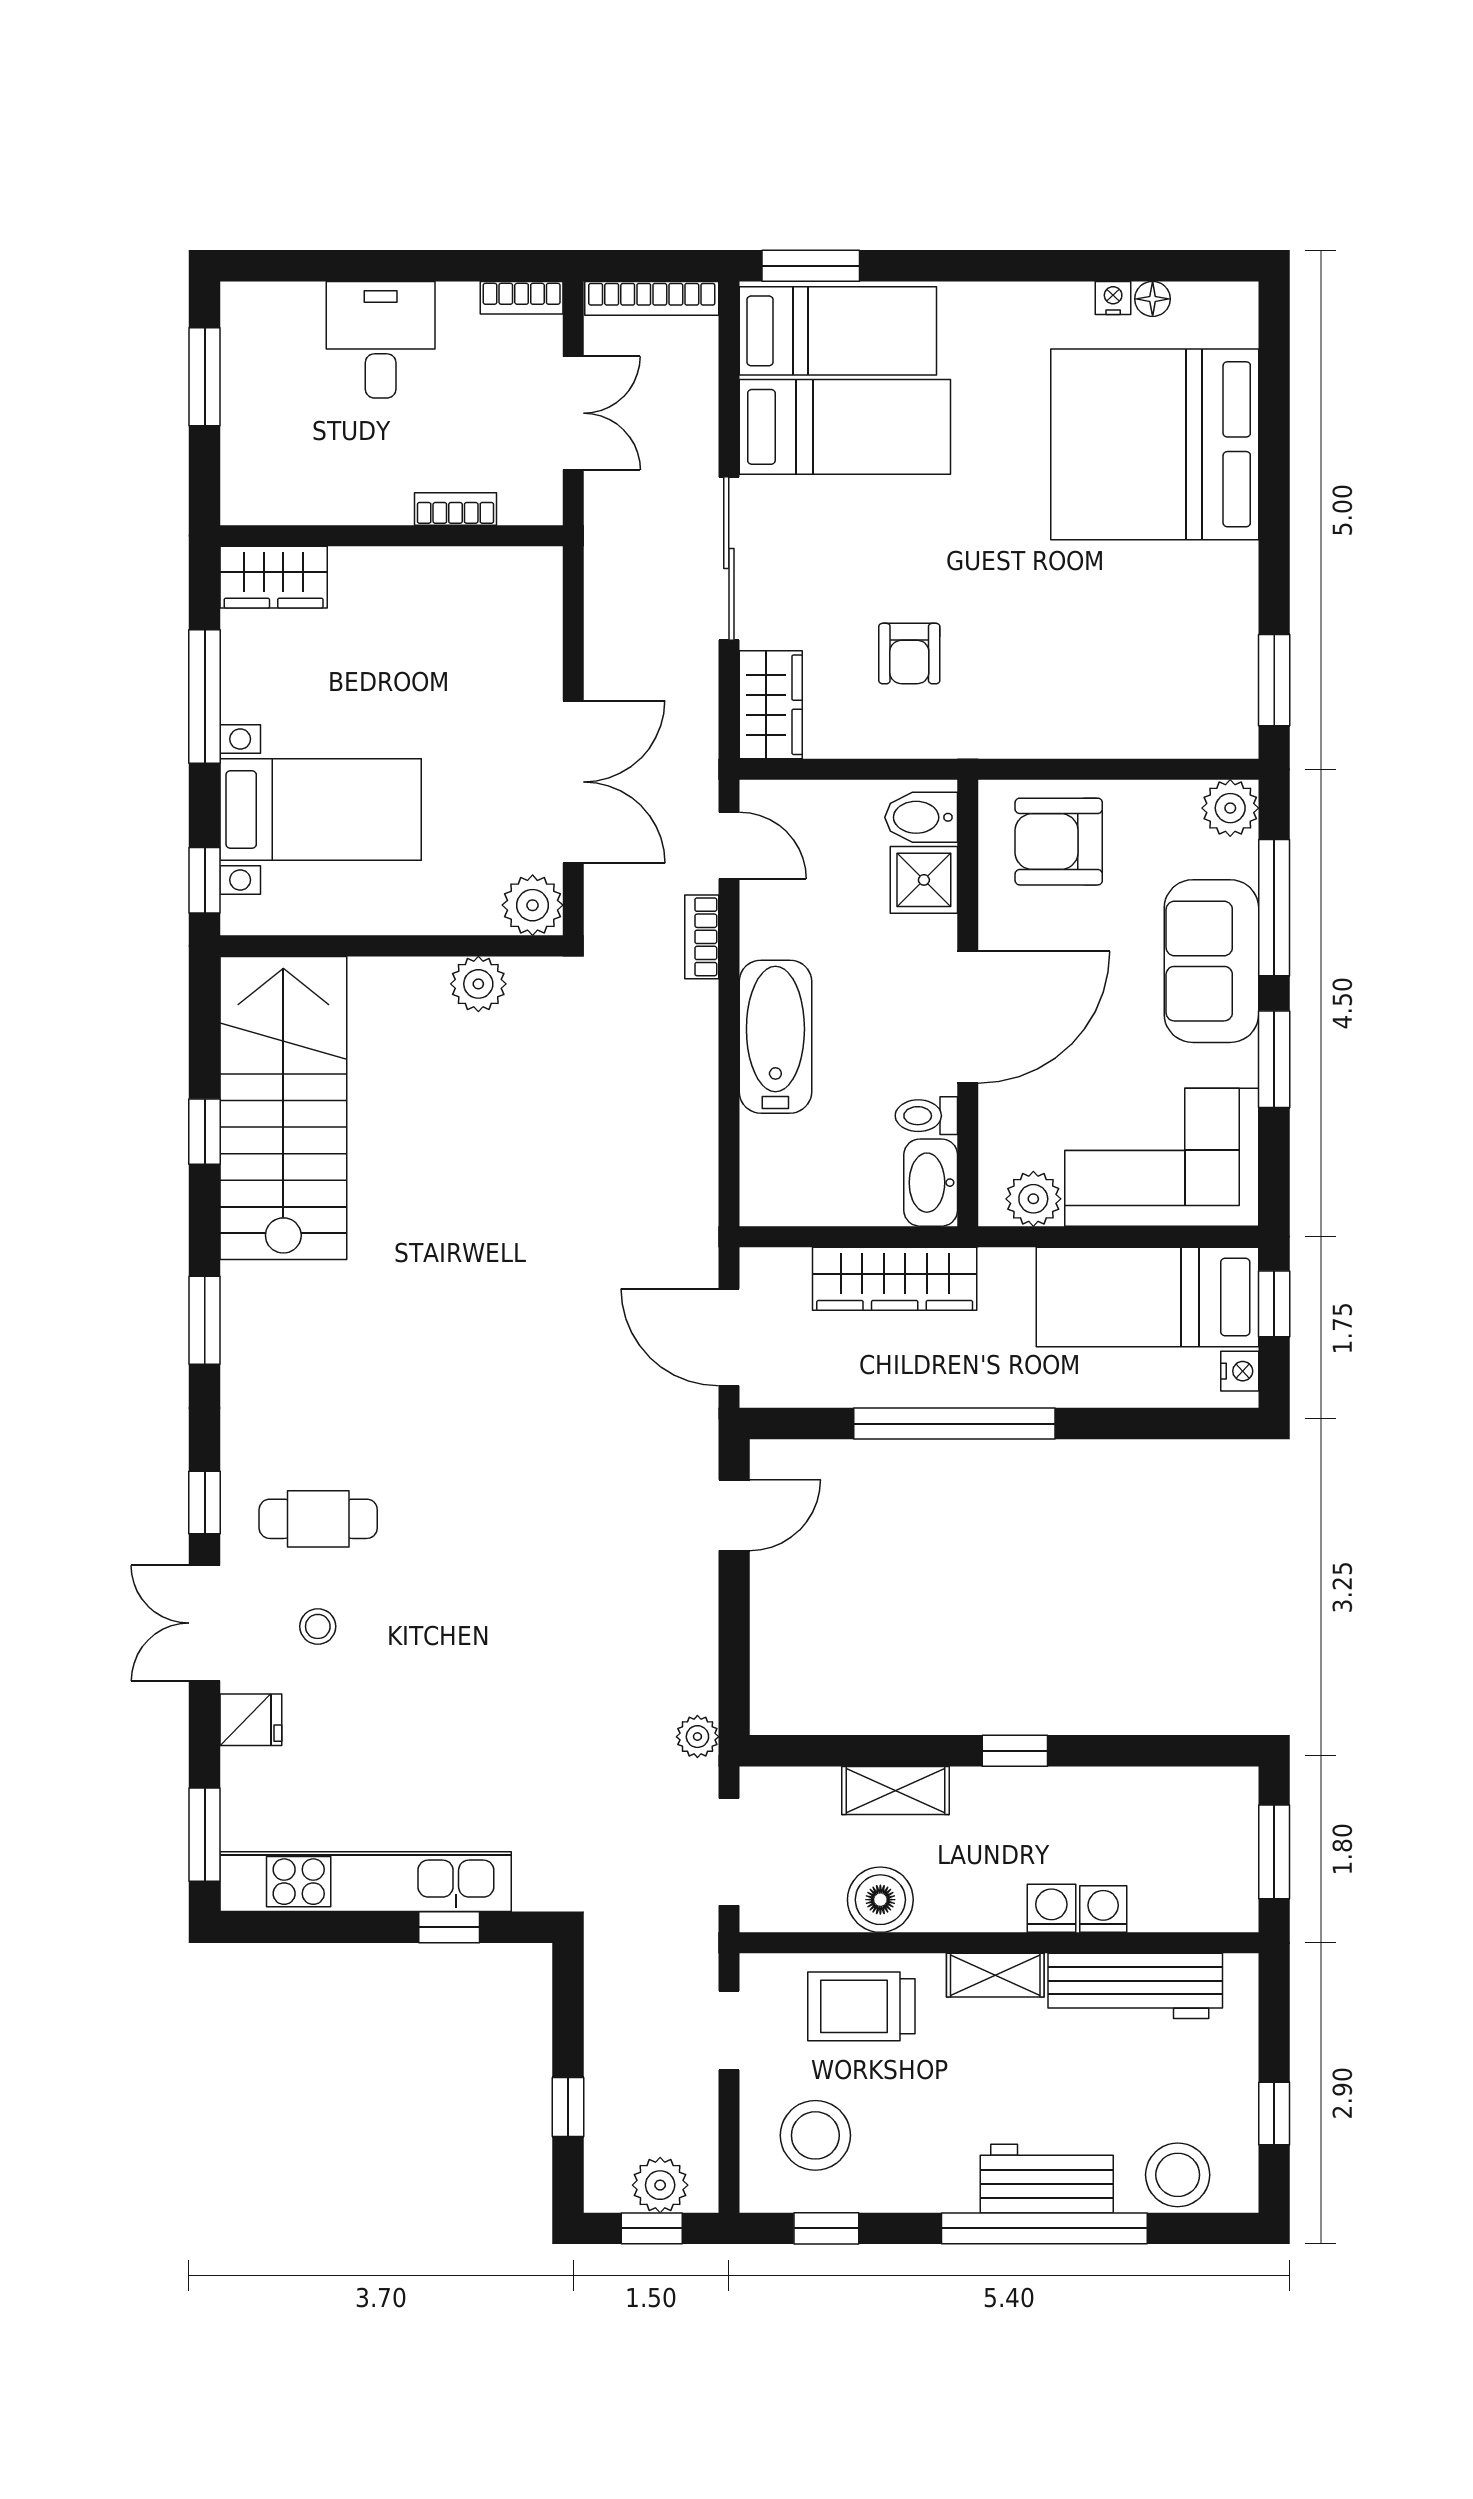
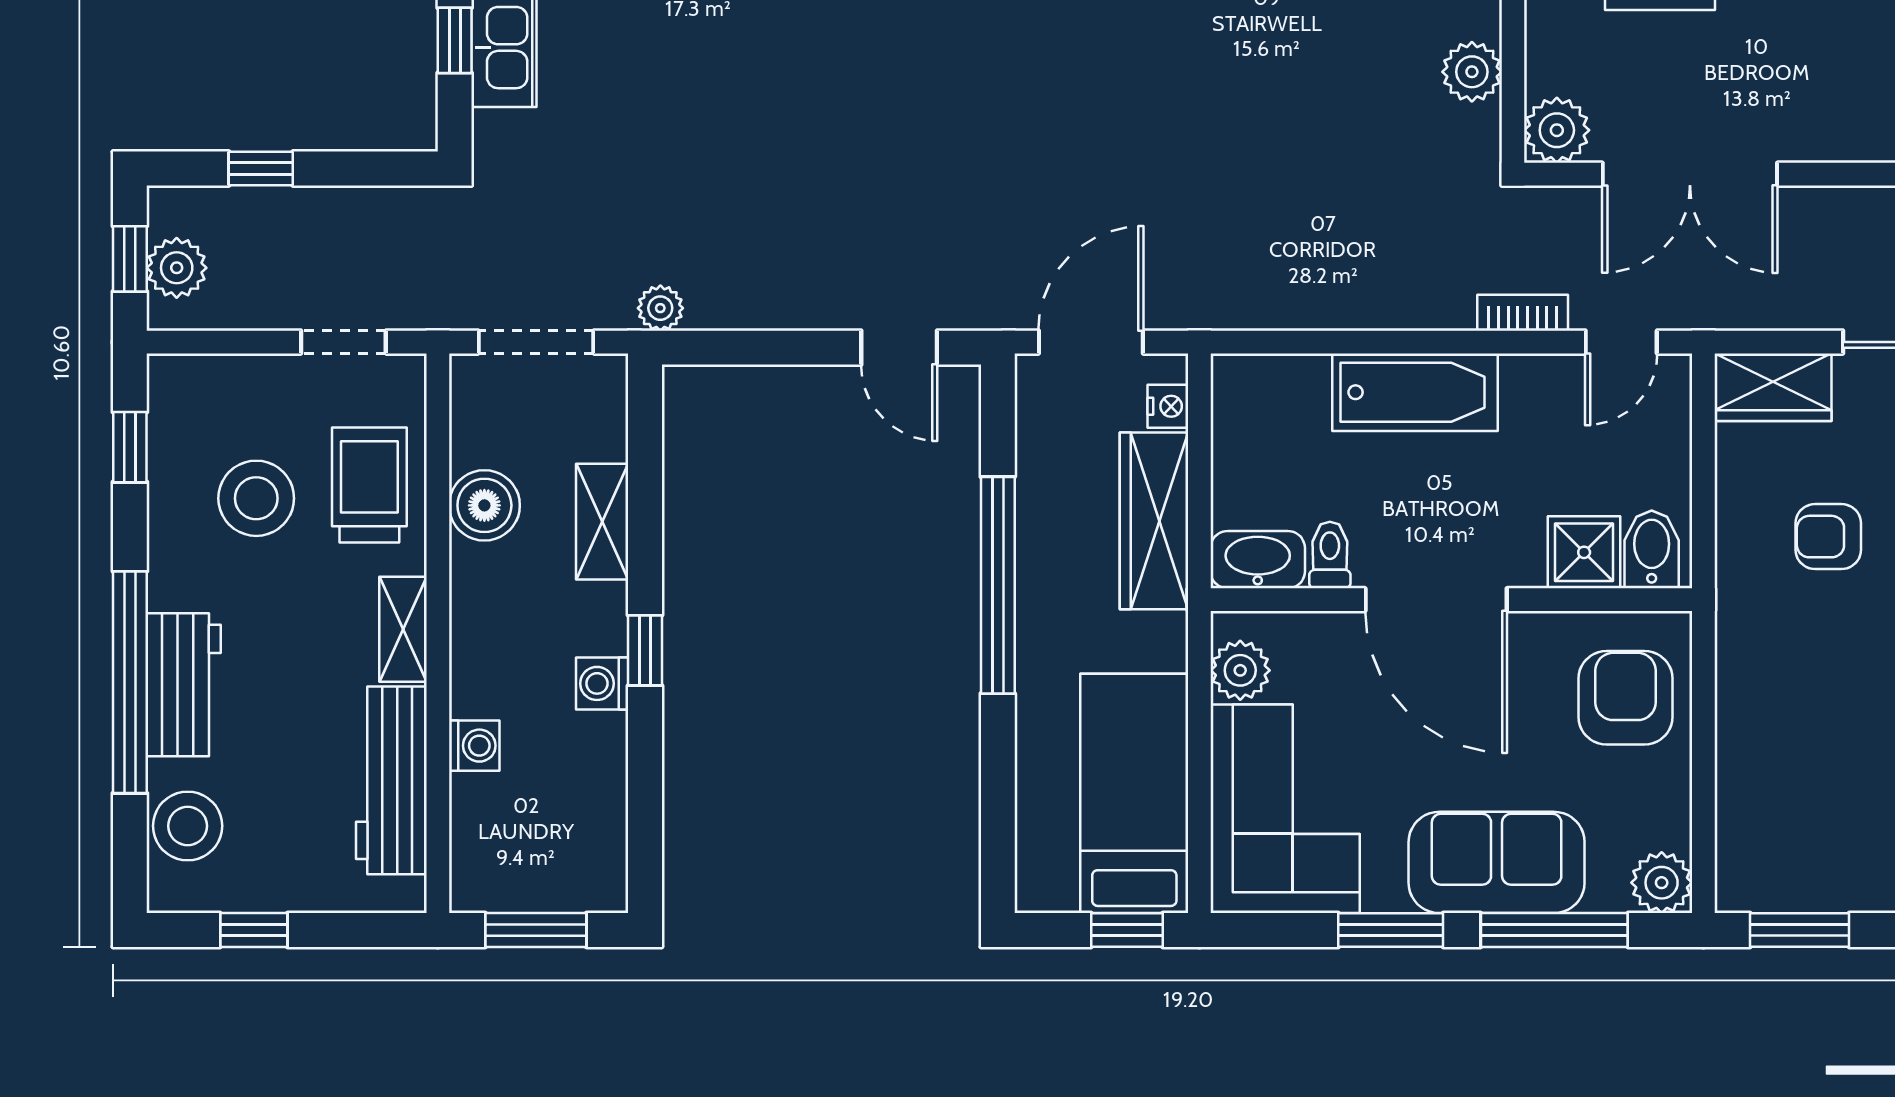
nightstand: (1240, 1371) -> (1168, 406), moved, turned -90
washing machine: (1051, 1908) -> (602, 683), moved, turned 180
stool: (815, 2135) -> (256, 498), moved

